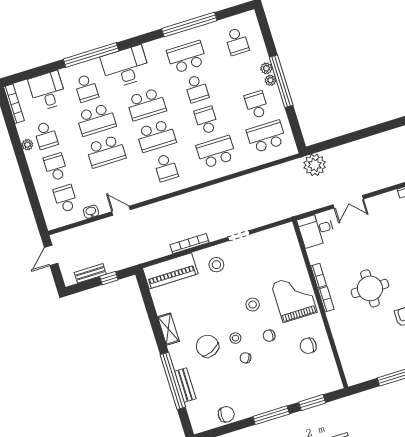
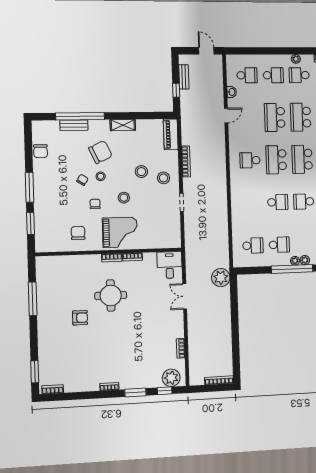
school desk: (266, 136) -> (253, 246), width x0.54
school desk: (216, 152) -> (251, 203), removed
piano: (170, 271) -> (171, 134), width x0.73, depth x0.75
stool: (216, 293) -> (141, 172), added

